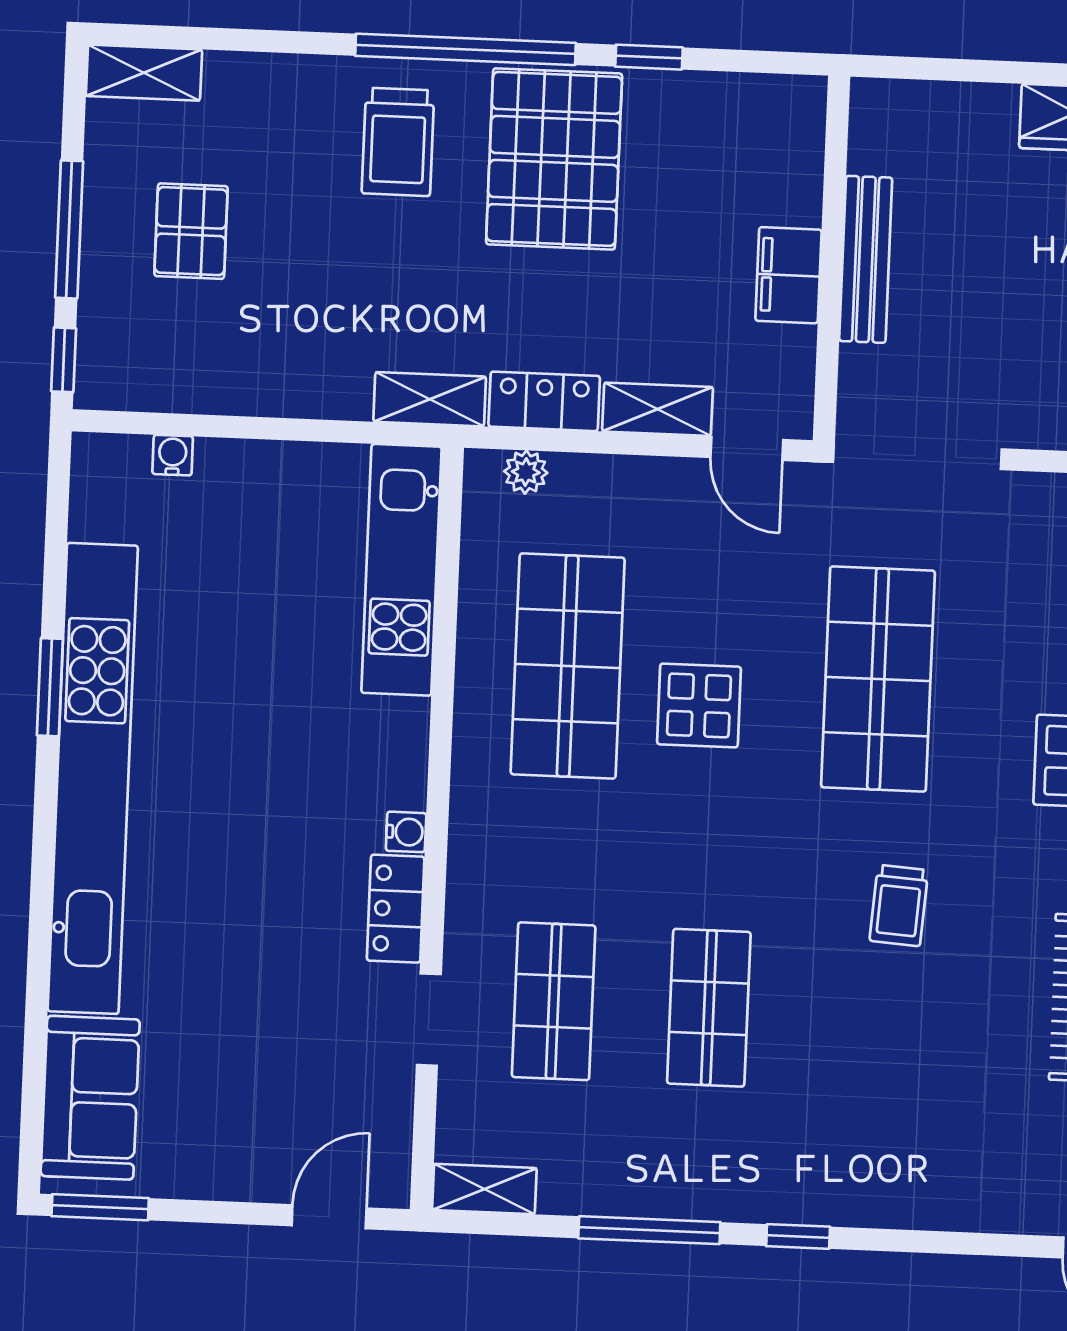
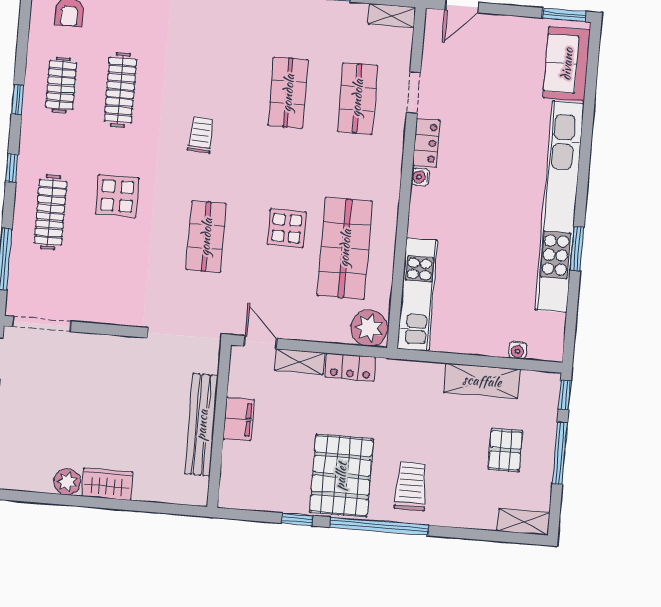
bench: (866, 259) -> (202, 425), width x1.37, depth x1.21
shelving: (430, 399) -> (482, 381), moved, width x1.50, depth x1.33
plant: (526, 472) -> (369, 328), width x1.88, depth x1.88
shop shelf: (878, 679) -> (206, 237), width x0.70, depth x0.74

